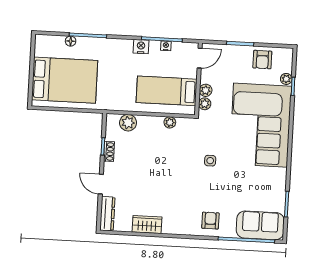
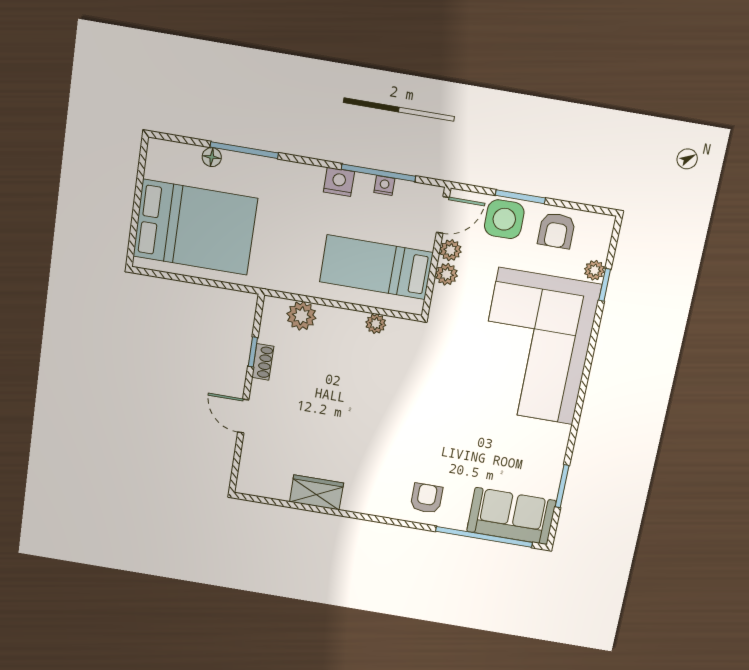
plant: (205, 104) -> (451, 250), moved
side table: (210, 161) -> (504, 219), moved, width x1.87, depth x1.87
dresser: (107, 214) -> (250, 467), removed

